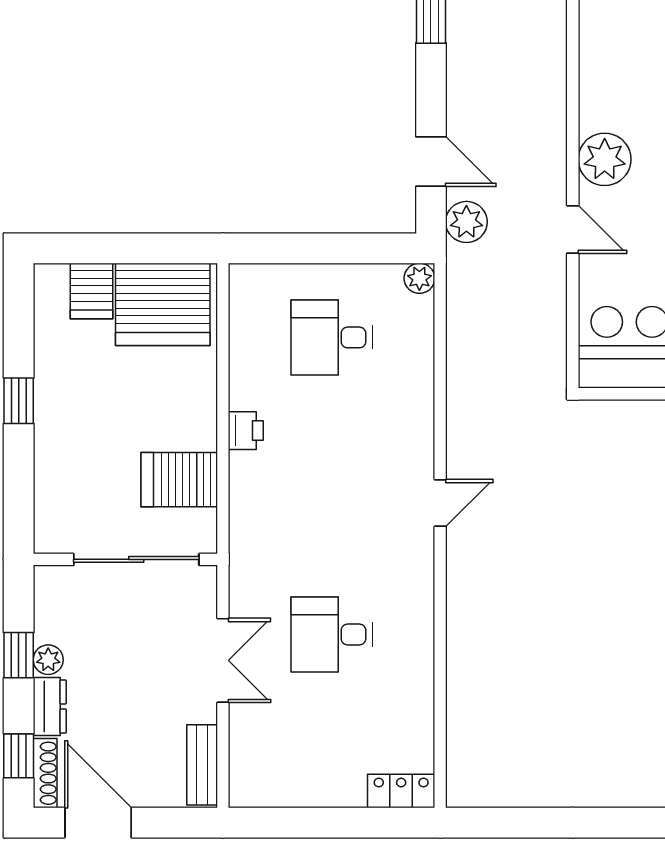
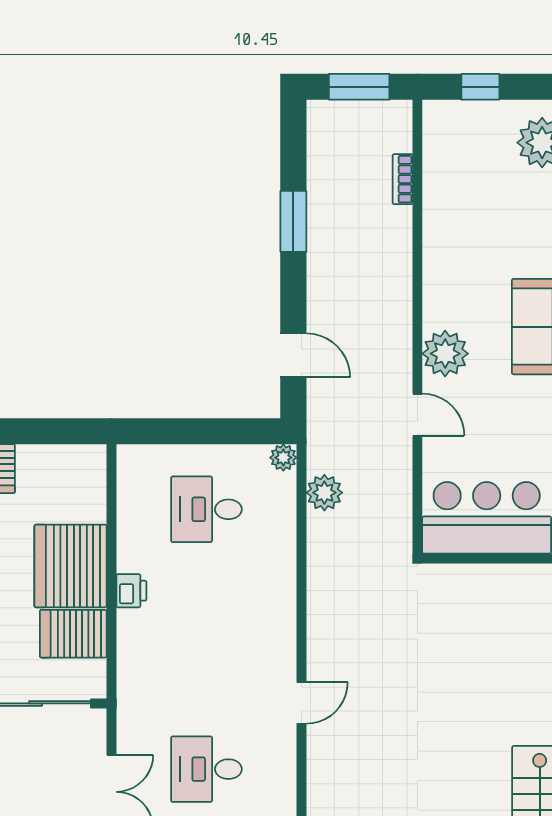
plant: (466, 222) -> (324, 493), moved
server rack: (163, 304) -> (70, 566), moved, turned 90
door: (440, 503) -> (301, 703), moved

